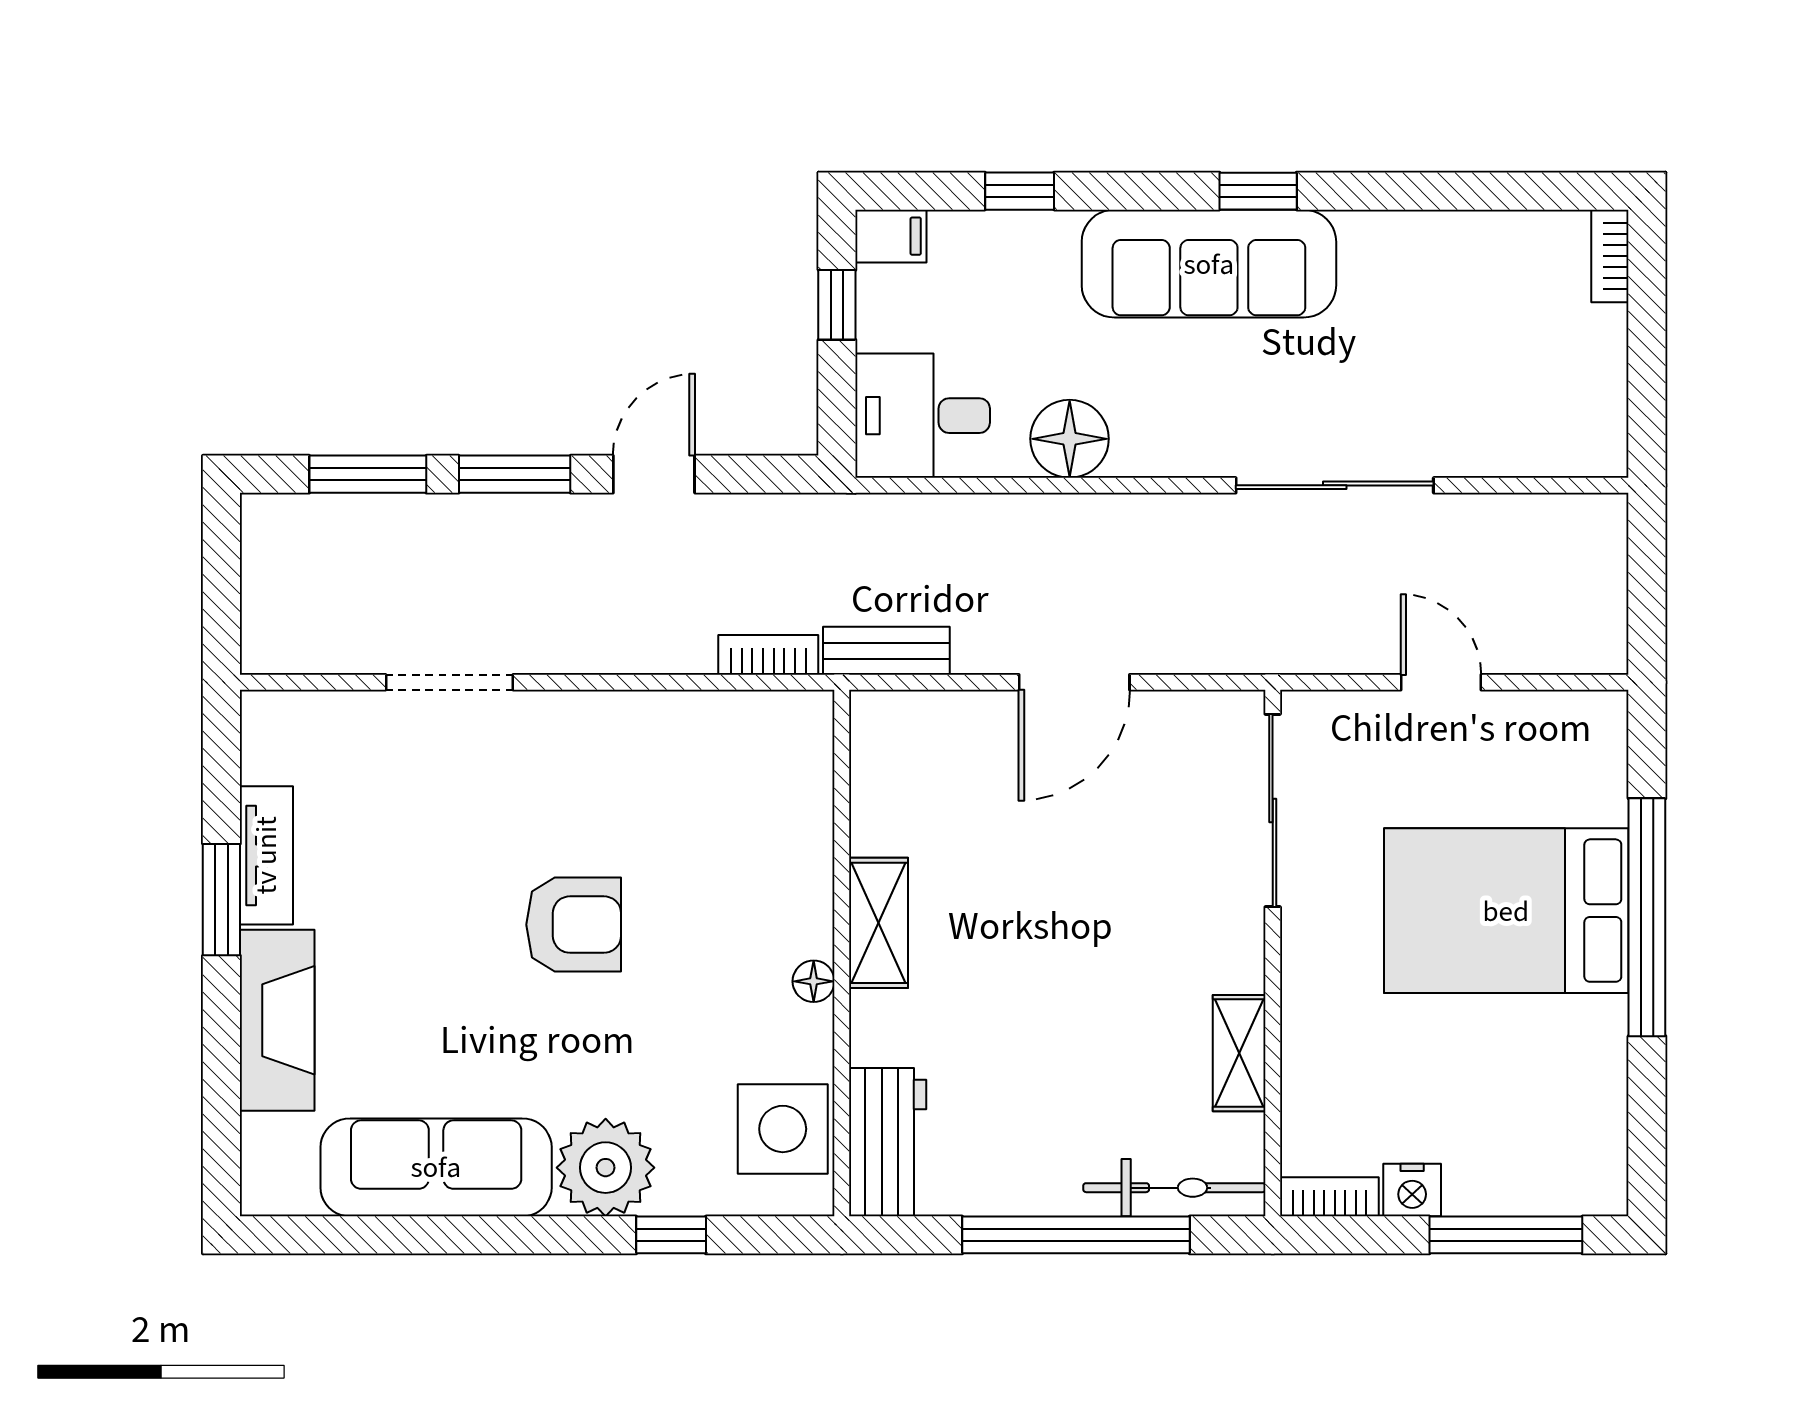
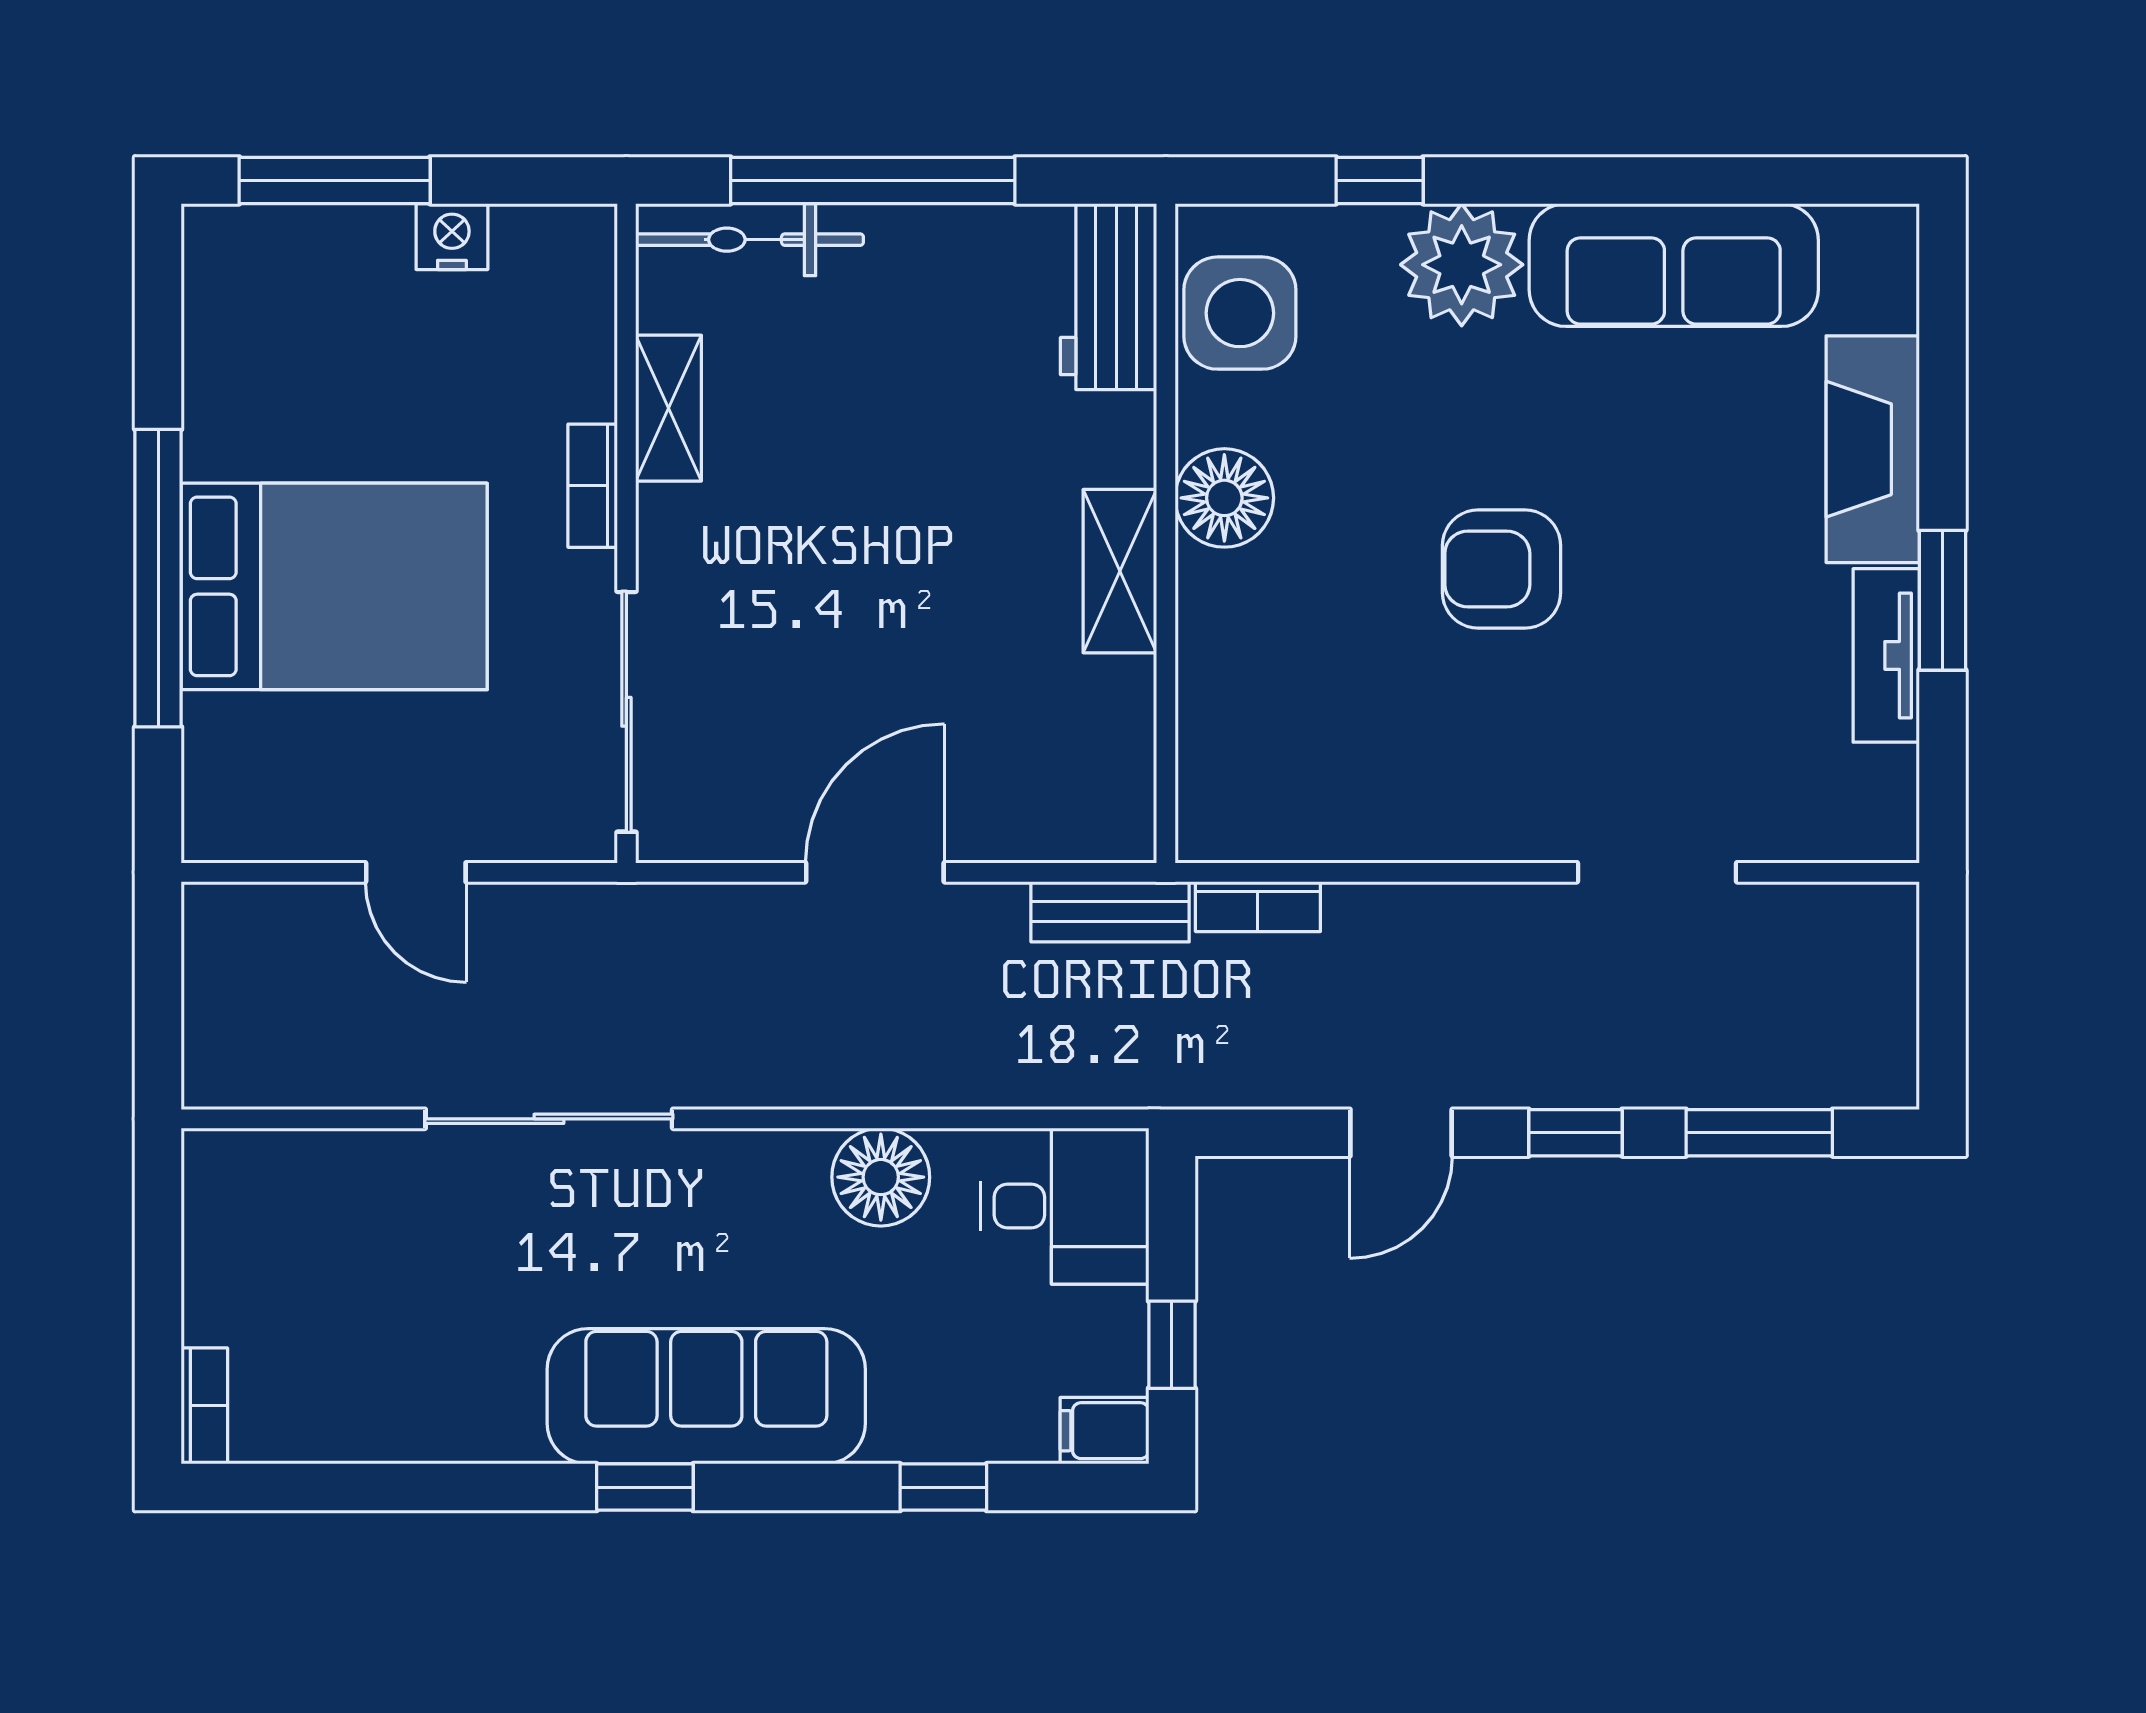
window: (515, 474) -> (1575, 1133), width x0.67
floor lamp: (814, 981) -> (1224, 498), width x1.89, depth x1.89
bookcase: (1329, 1197) -> (593, 486), moved, turned 90

